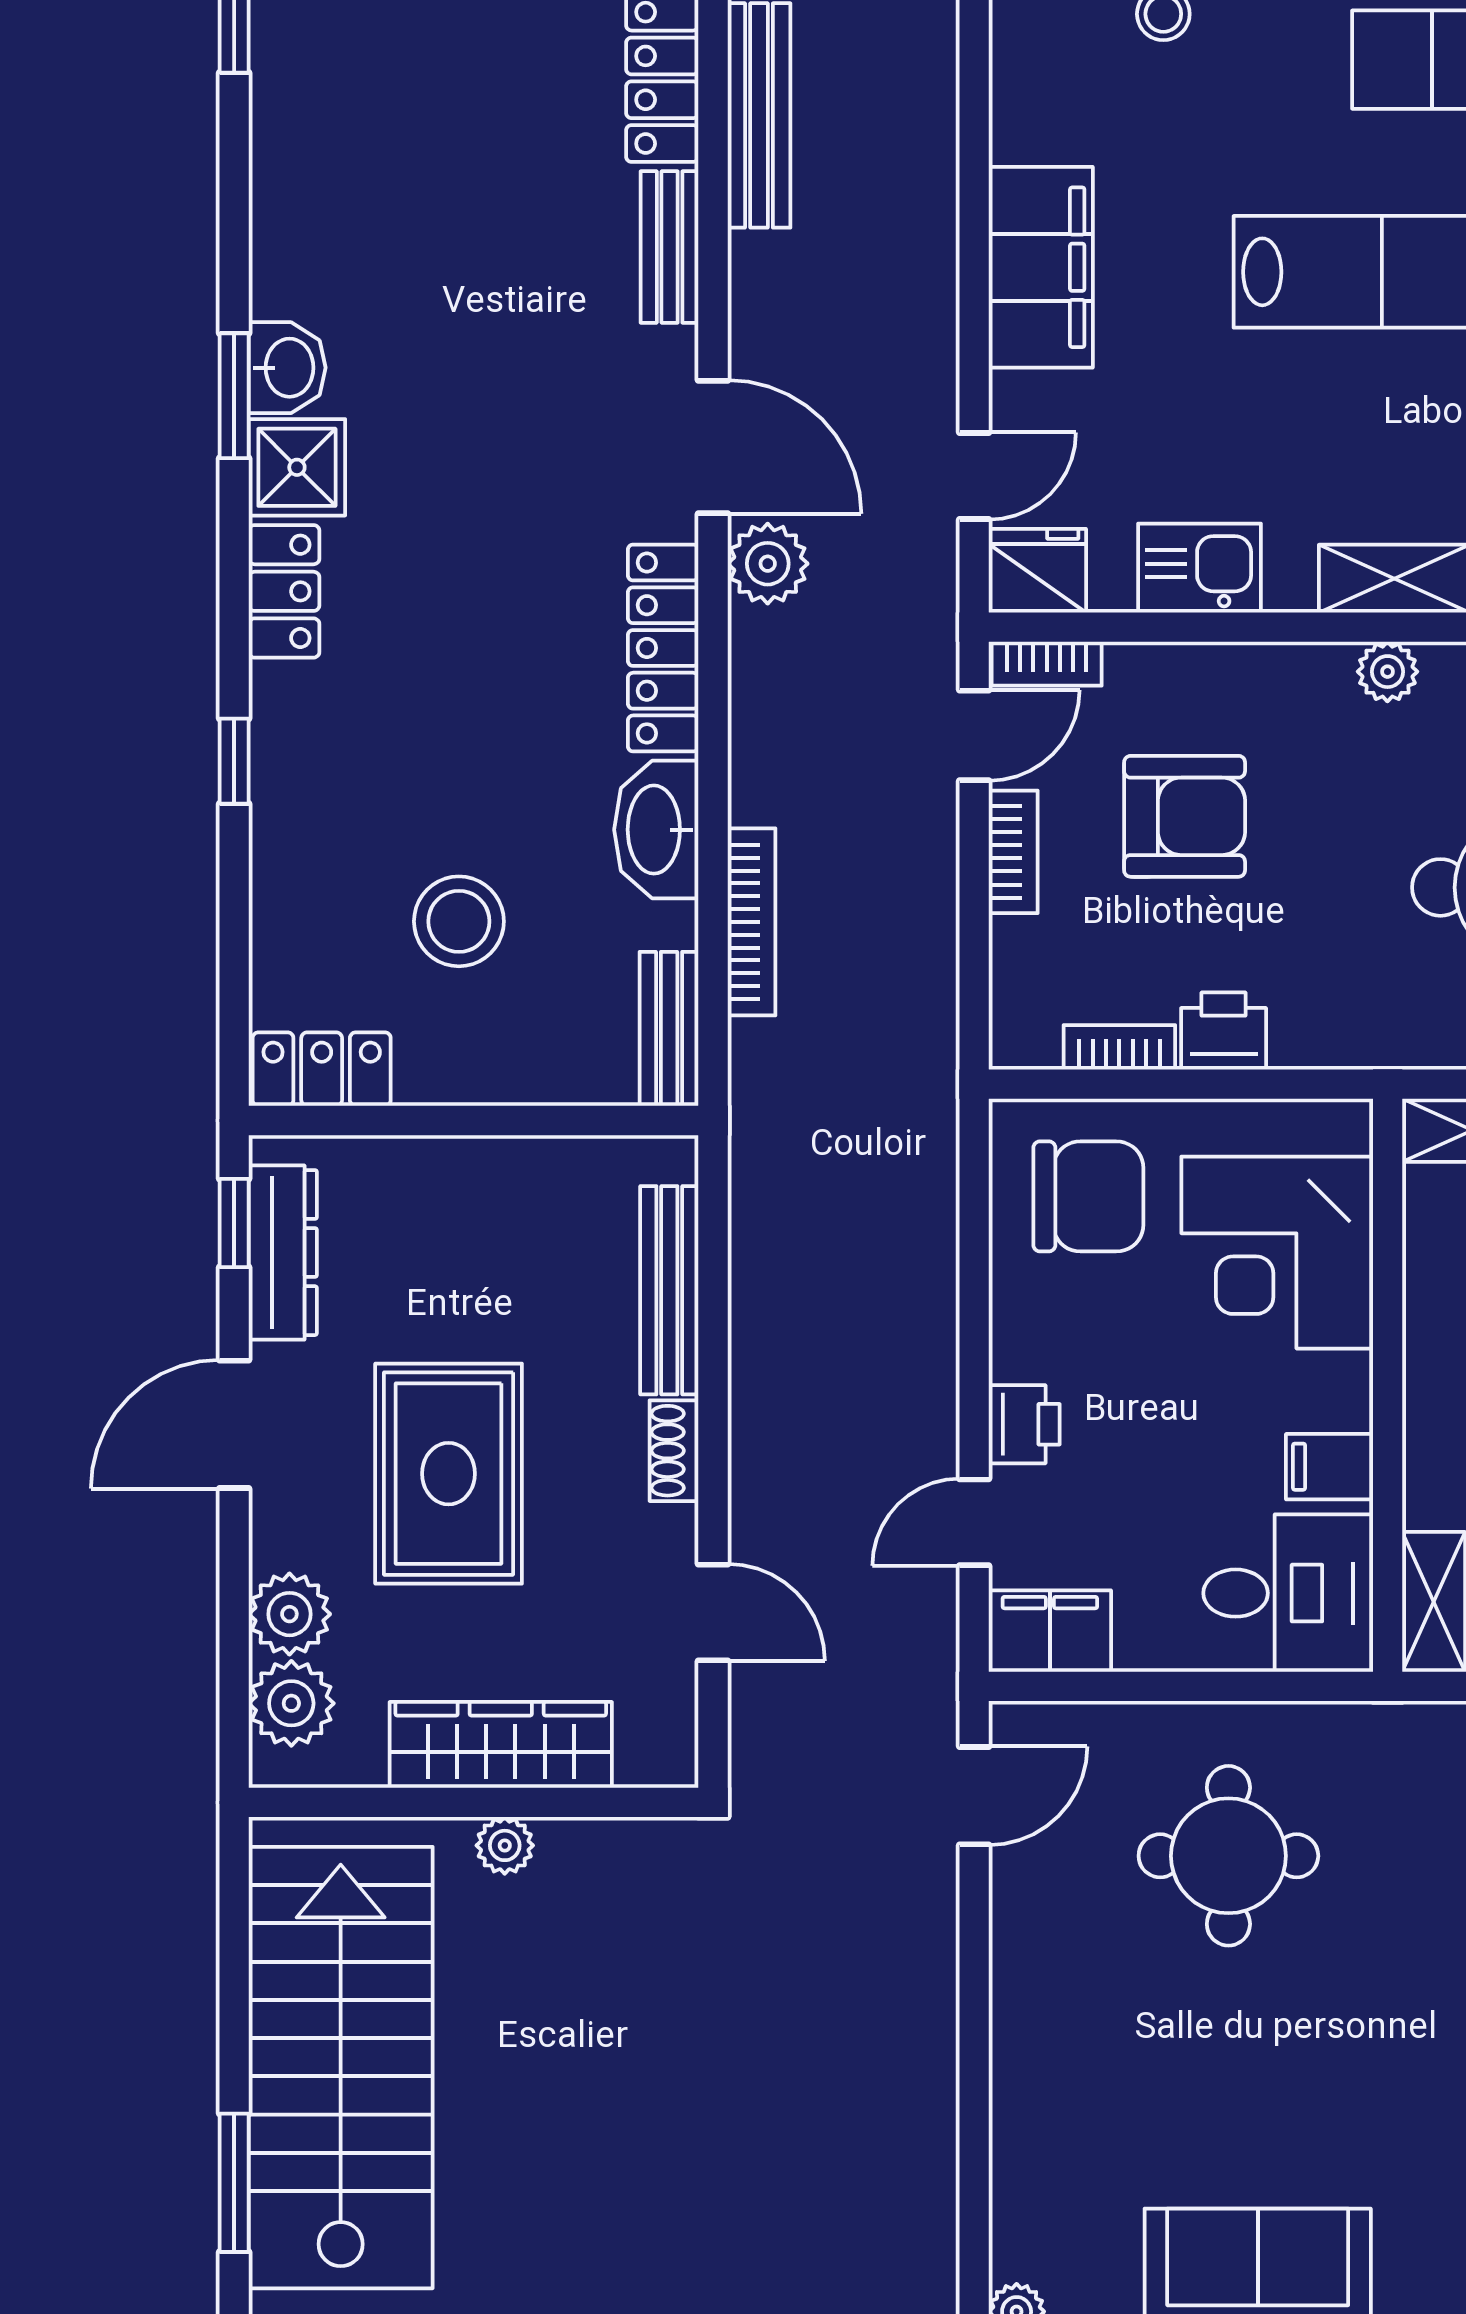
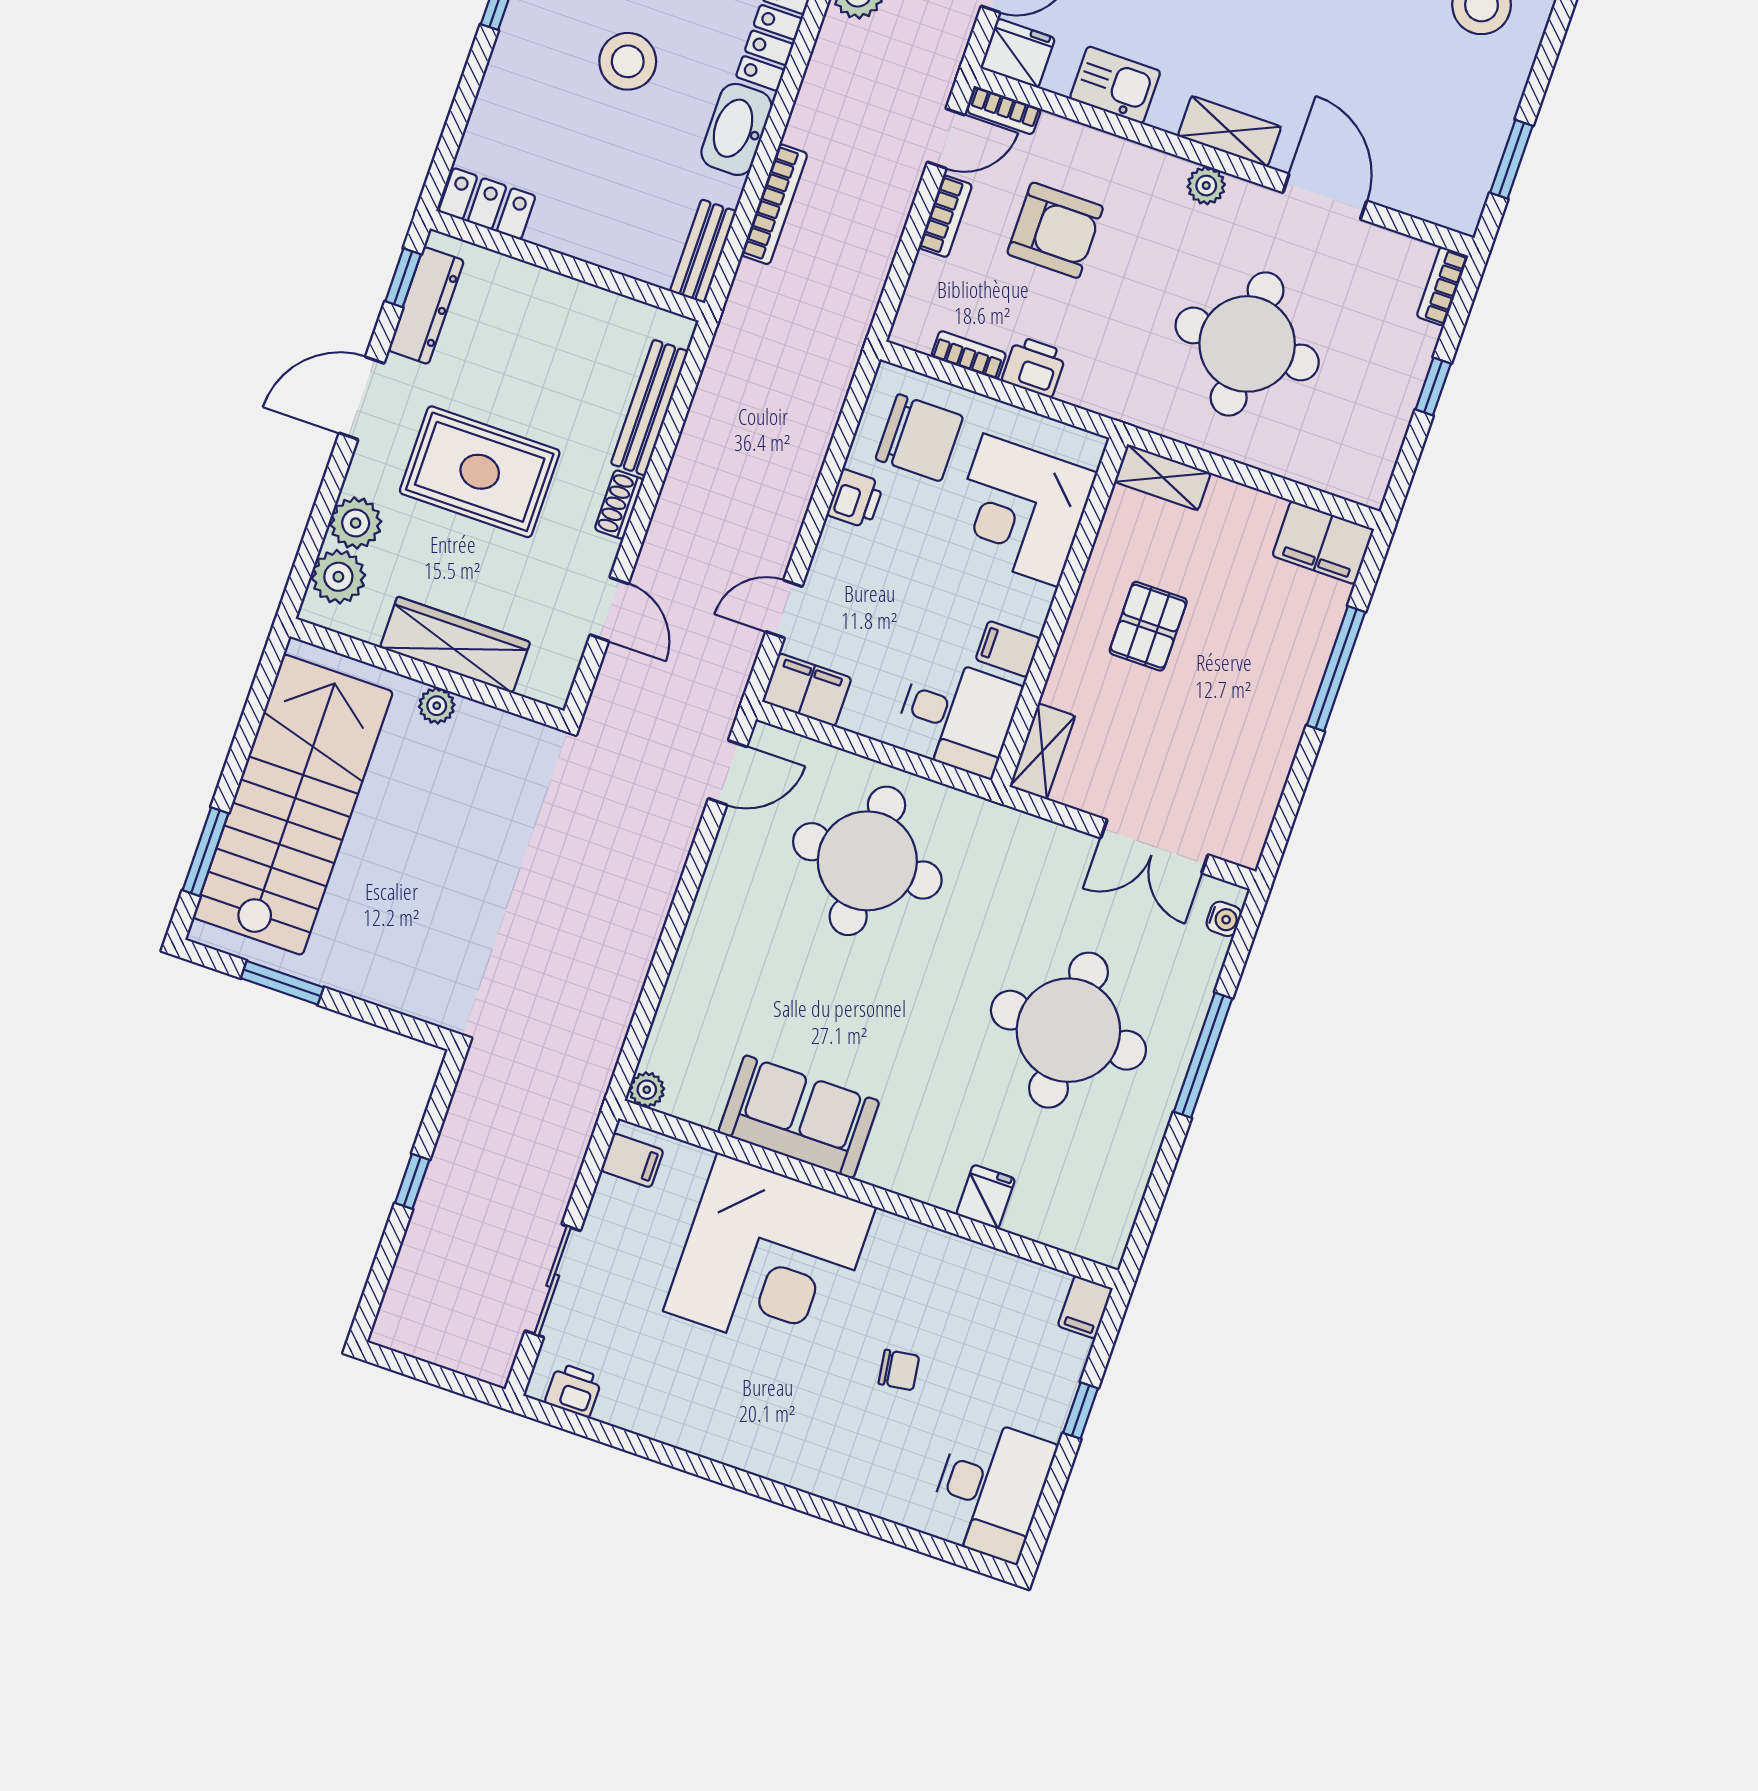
stool: (459, 921) -> (628, 61), moved
printer: (1024, 1424) -> (855, 499), moved
rug: (449, 1474) -> (480, 472), turned 90
round table: (1228, 1856) -> (867, 861), width x1.36, depth x1.36

